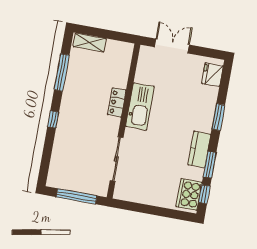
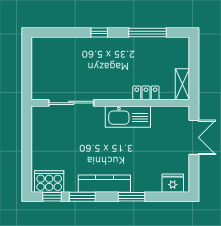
shelving: (90, 42) -> (182, 84), moved
locker: (117, 102) -> (146, 93), moved
kitchen counter: (199, 149) -> (104, 184), width x1.50
window: (77, 196) -> (27, 70), removed

